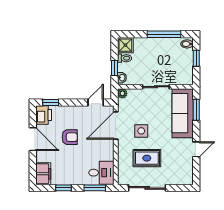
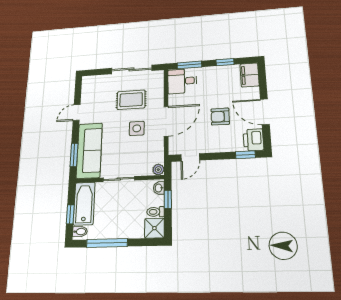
bathtub: (185, 67) -> (84, 203), added
door: (116, 125) -> (166, 121), moved

